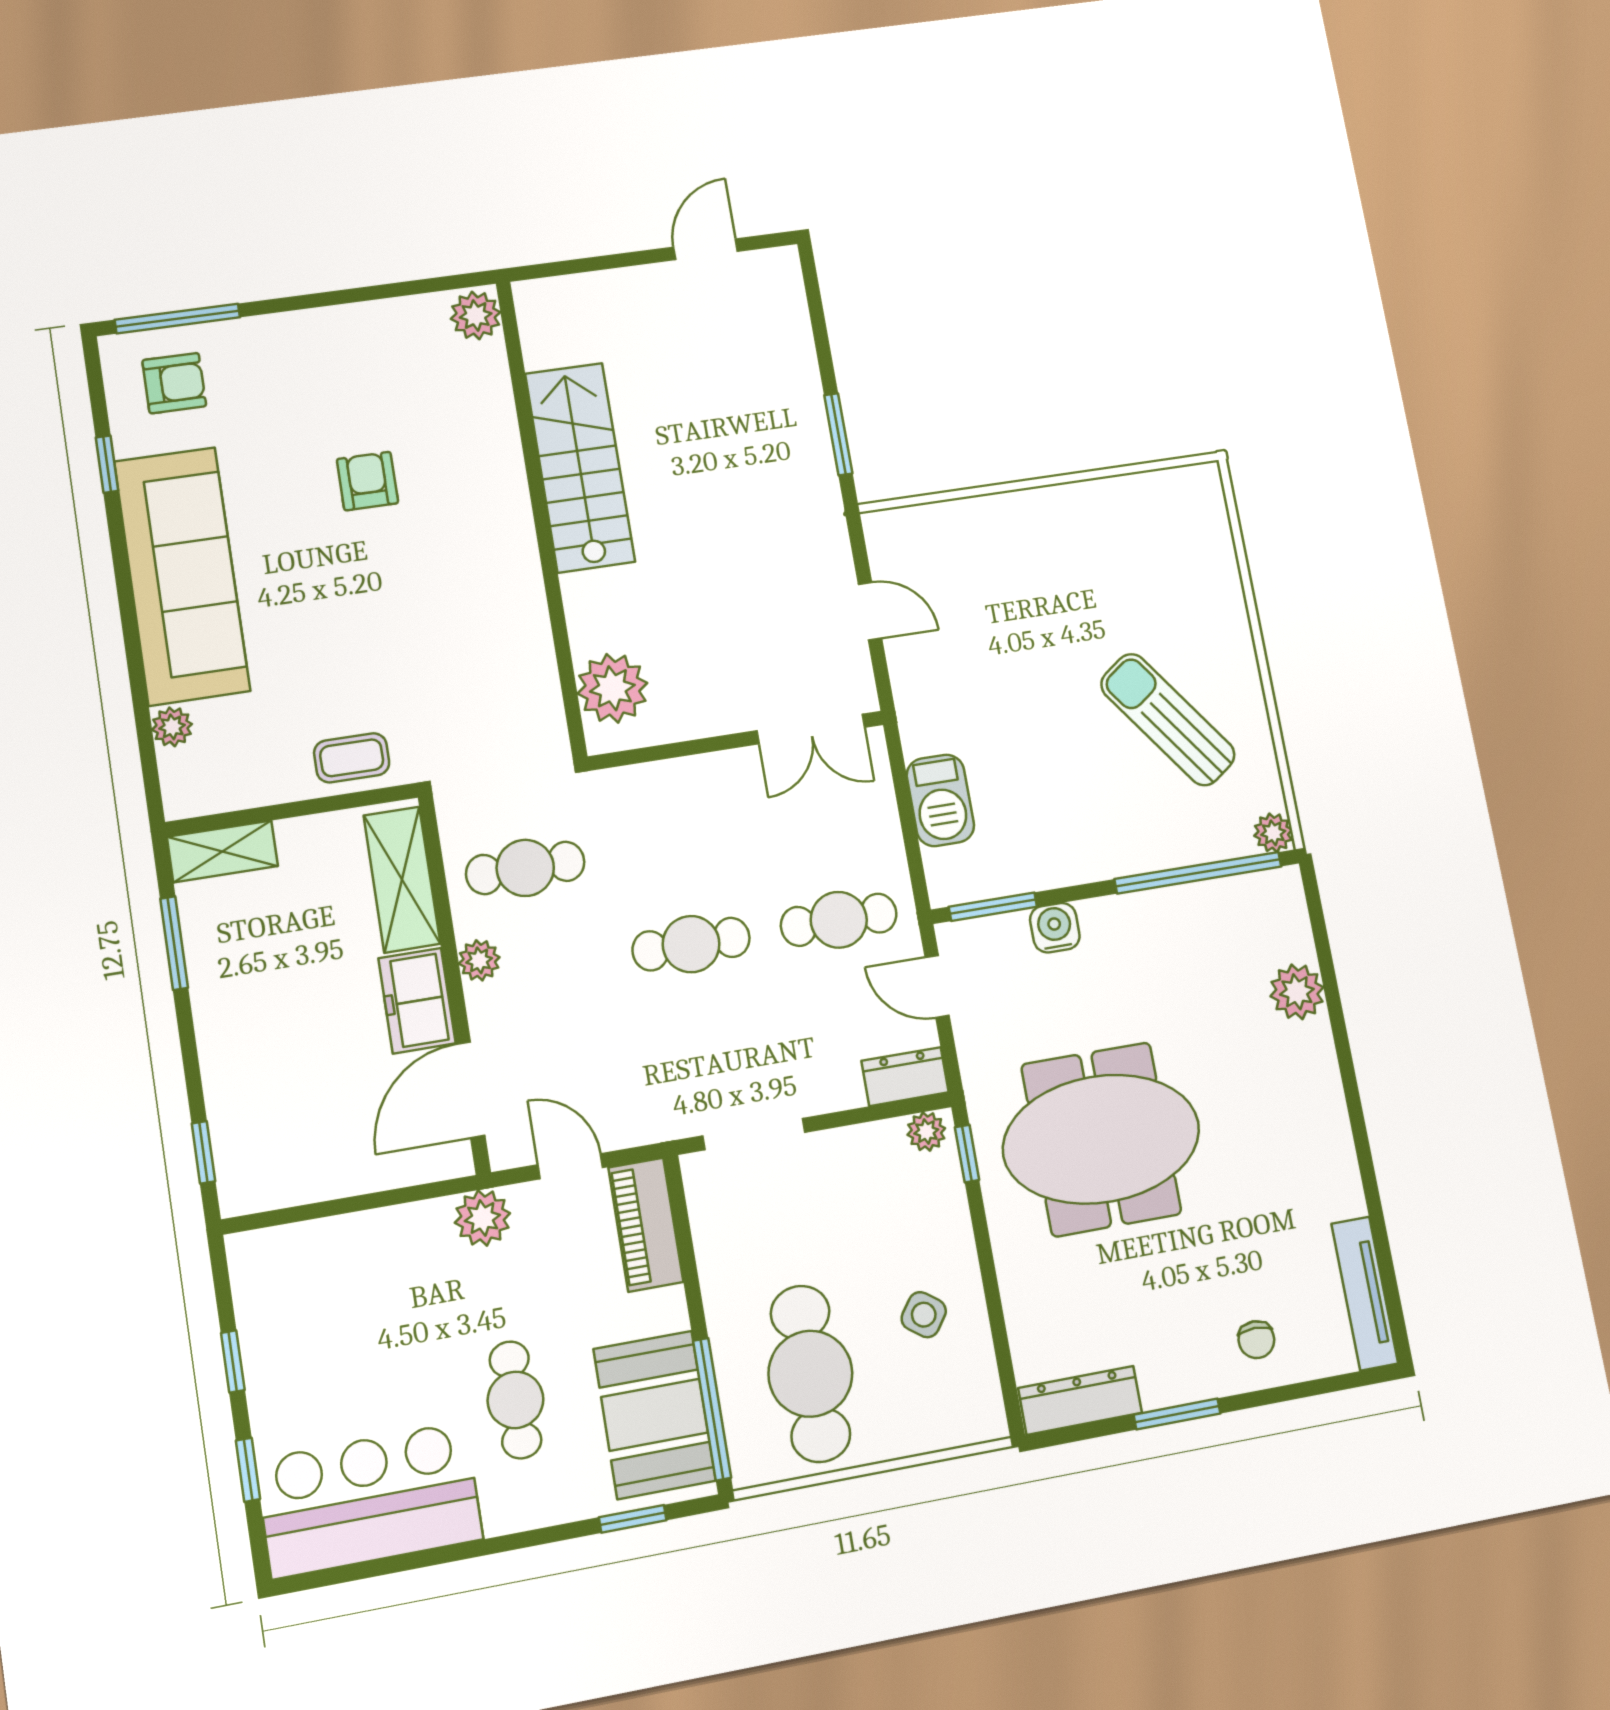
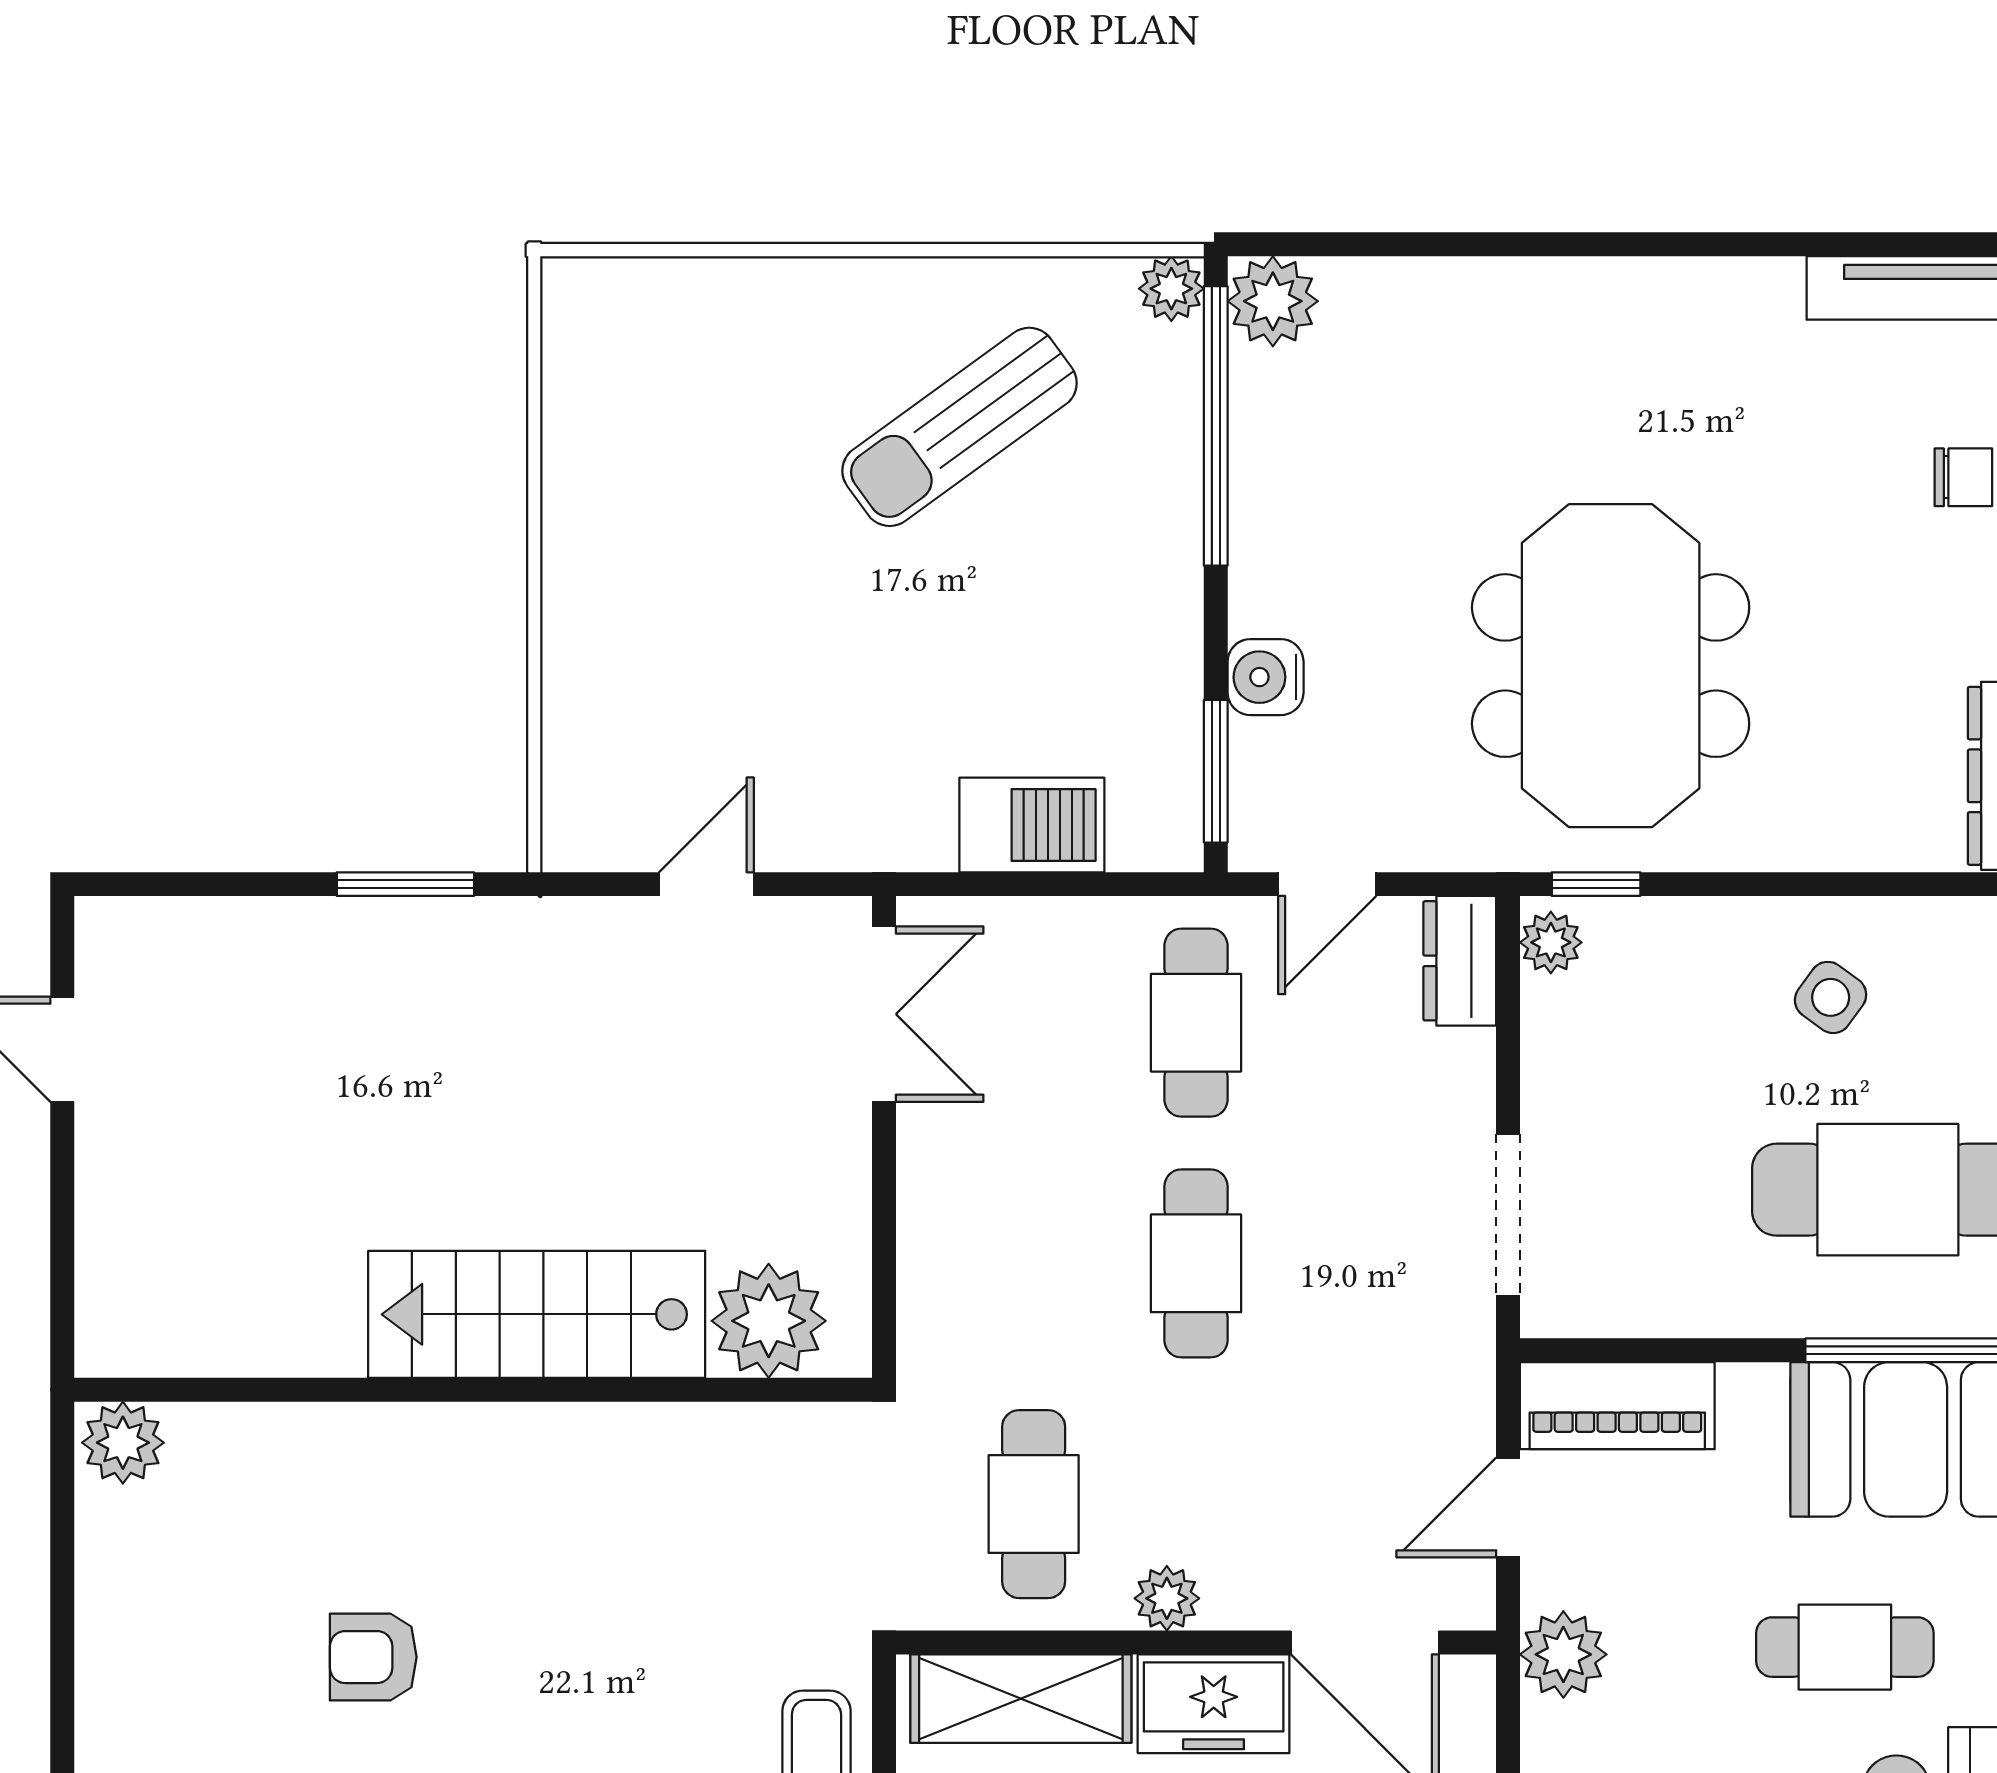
stairs: (580, 467) -> (537, 1314), moved
plant: (1297, 992) -> (1273, 301), moved

